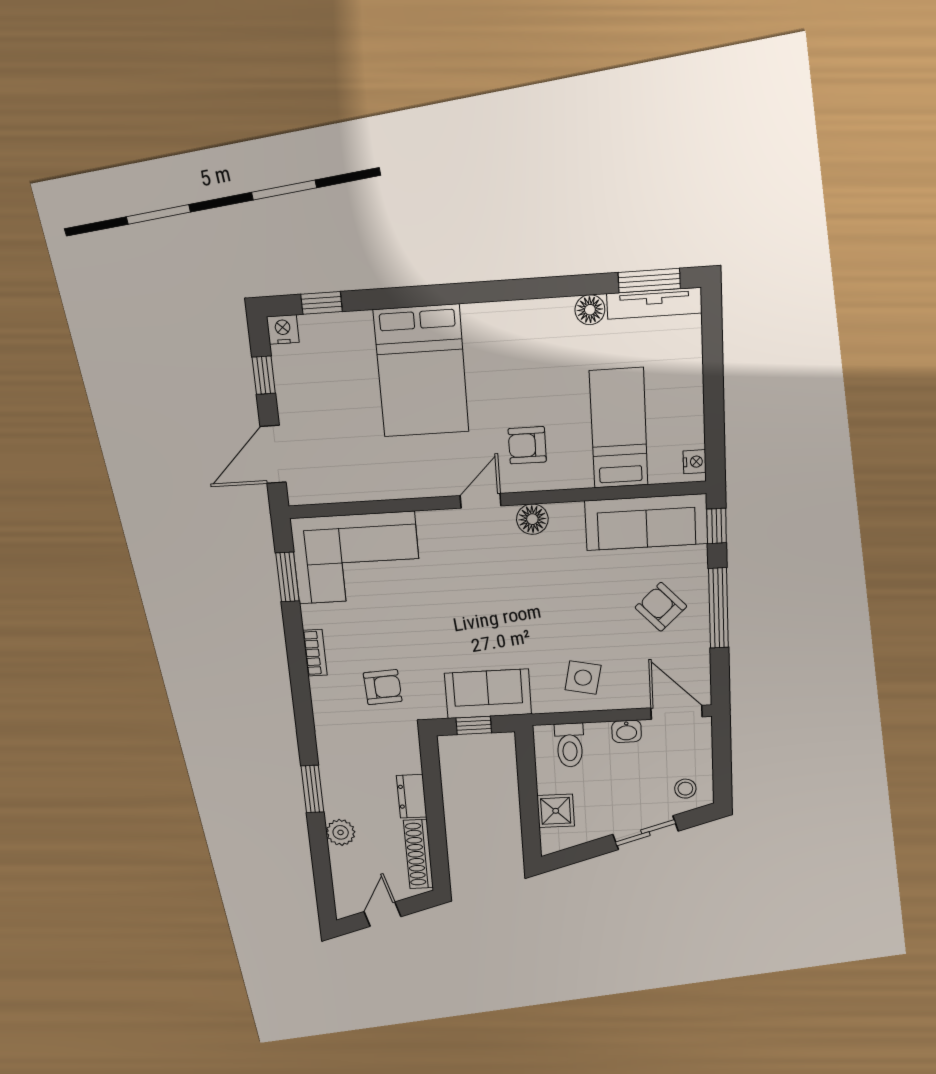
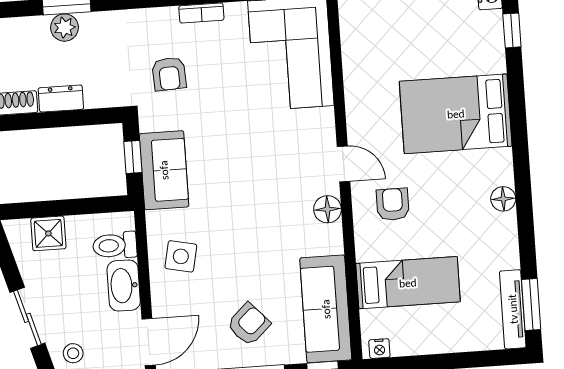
floor lamp: (590, 310) -> (503, 199), moved
washbasin: (627, 731) -> (124, 285), width x1.91, depth x1.45
plant: (341, 832) -> (65, 28), moved

